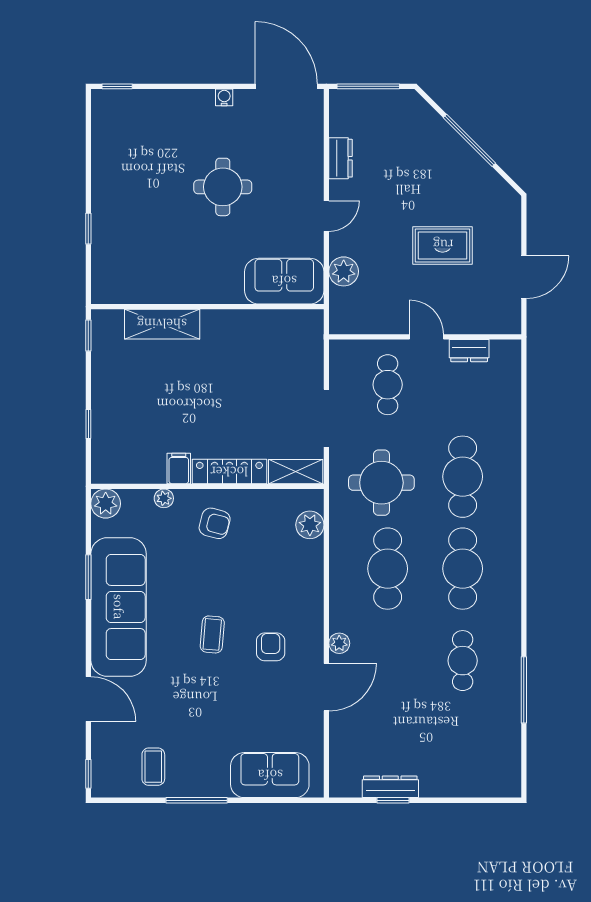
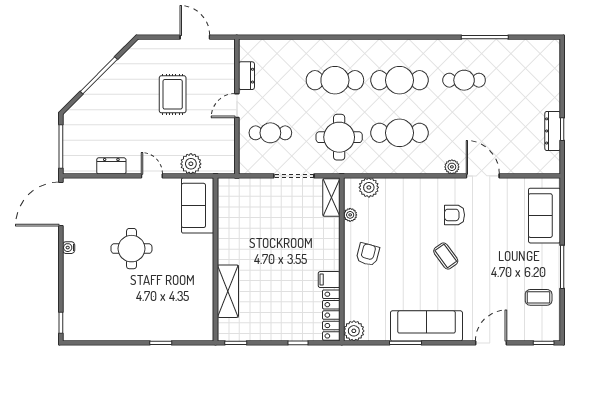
locker: (229, 472) -> (331, 315), moved
plant: (164, 498) -> (350, 215), moved
sofa: (119, 607) -> (426, 326), width x0.74, depth x0.79
coffee table: (212, 634) -> (446, 256), turned 49

